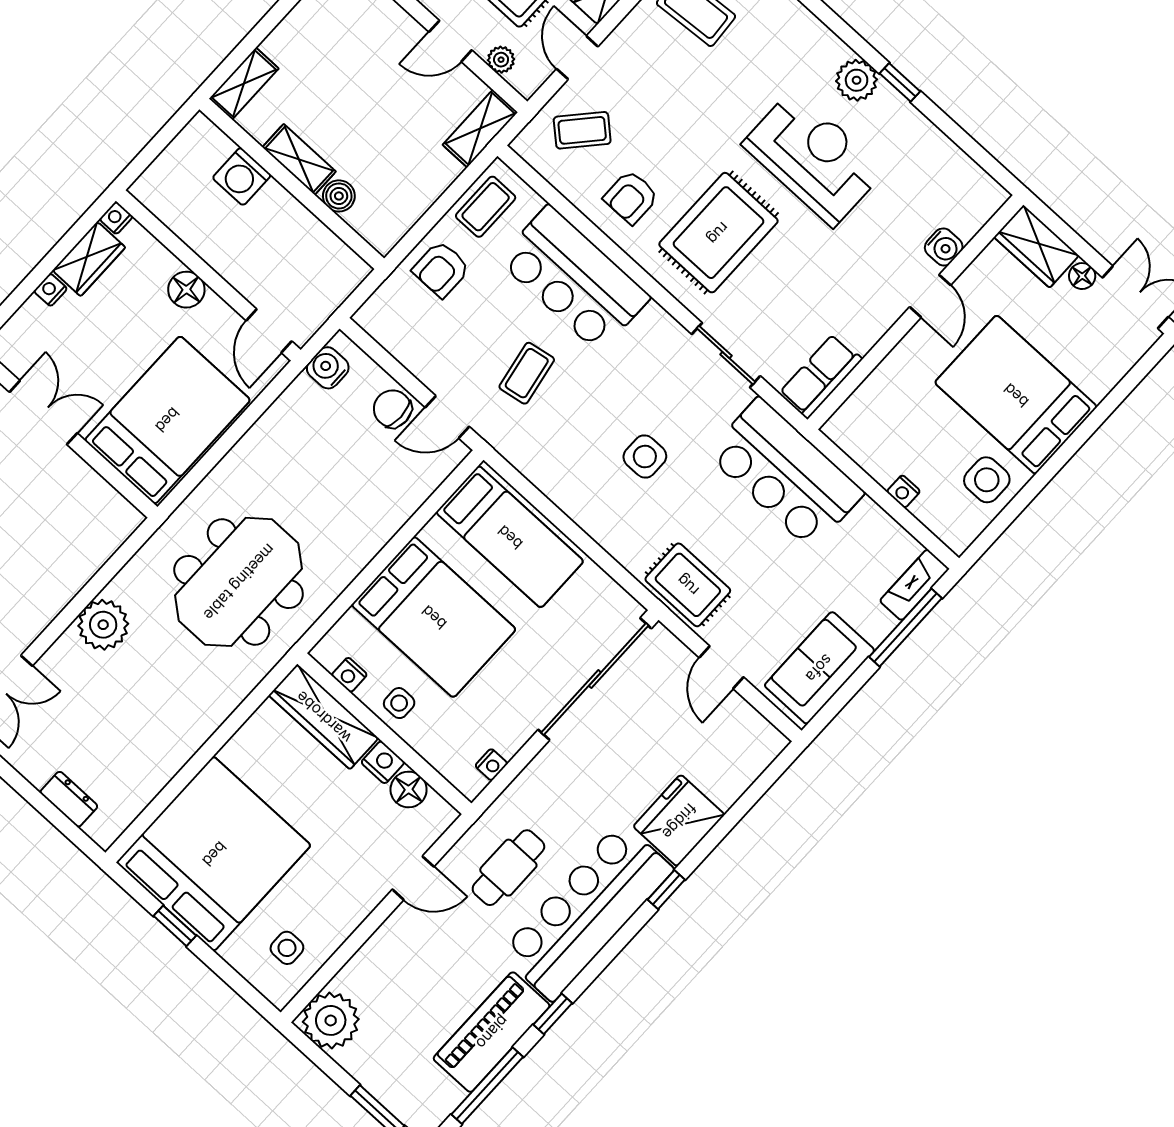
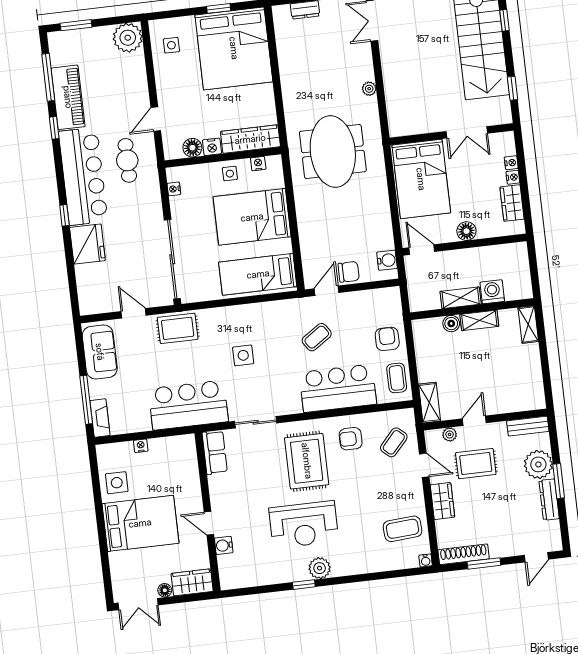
armchair: (631, 197) -> (351, 439), turned -90
shelving: (290, 215) -> (461, 298), added
nightstand: (116, 218) -> (511, 163), moved
coffee table: (527, 373) -> (317, 337), turned 66
plant: (103, 625) -> (369, 89), width x0.53, depth x0.53

